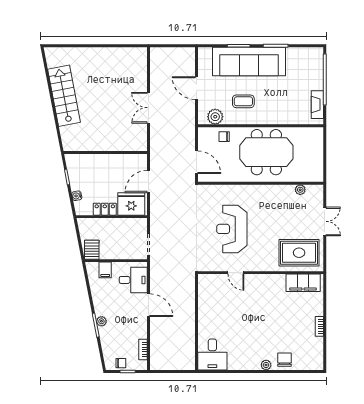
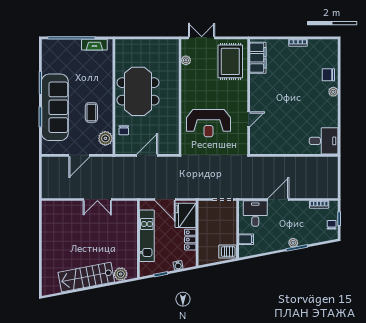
plant: (67, 133) -> (121, 274), added
kitchen unit: (109, 162) -> (147, 236), added
wall: (261, 183) -> (180, 97), moved
plant: (300, 190) -> (186, 60), moved

